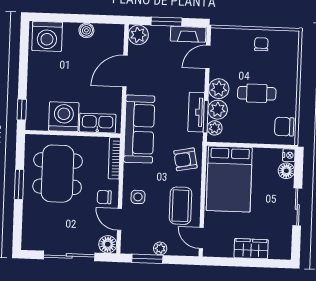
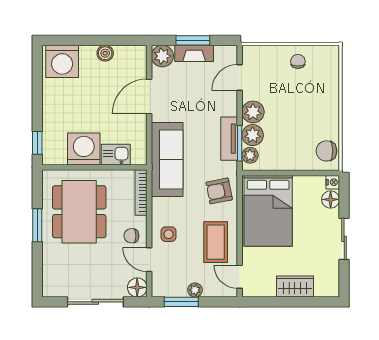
fireplace: (188, 34) -> (194, 53), moved
cafe table: (257, 93) -> (295, 115), removed
kitchen sink: (98, 123) -> (116, 155), width x0.73

